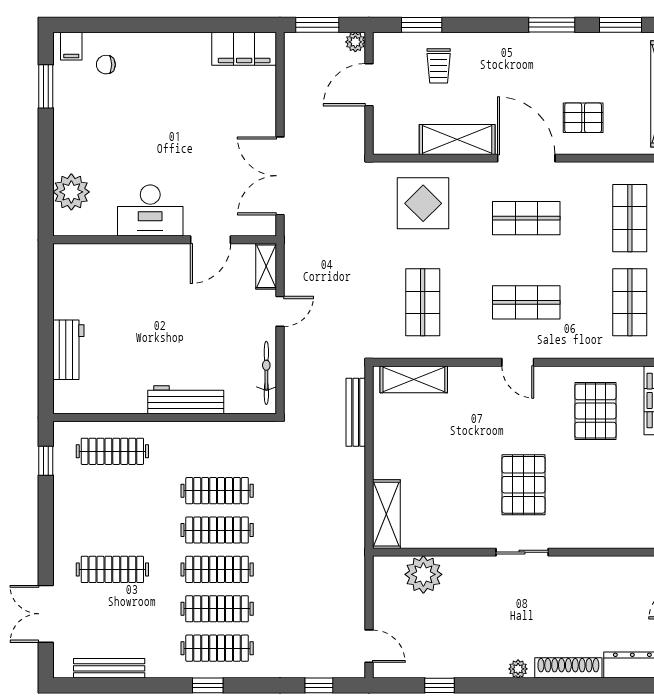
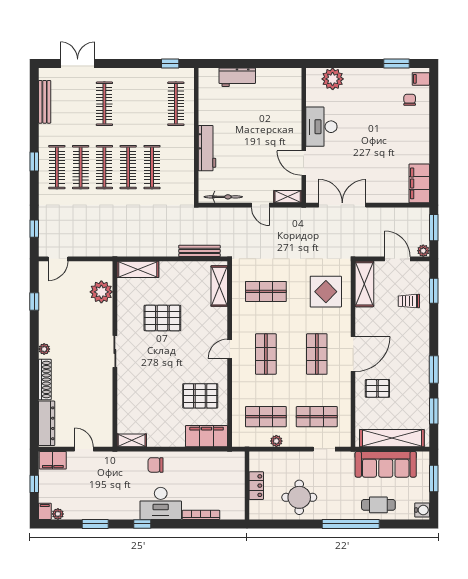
pallet: (583, 118) -> (377, 388), turned 90
shelving: (457, 139) -> (364, 284), moved
pallet: (524, 485) -> (162, 318), moved

